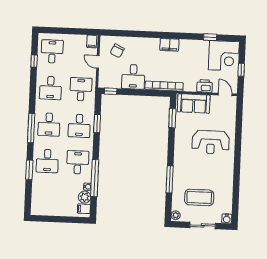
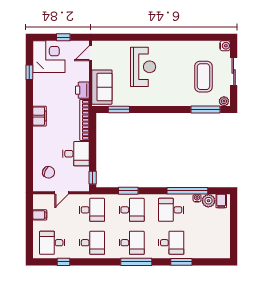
filing cabinet: (92, 42) -> (40, 215), moved
printer: (205, 86) -> (82, 90), moved
desk: (81, 89) -> (92, 210), turned 180
window: (170, 179) -> (205, 109), moved

